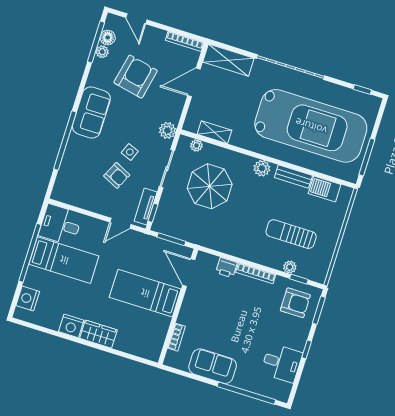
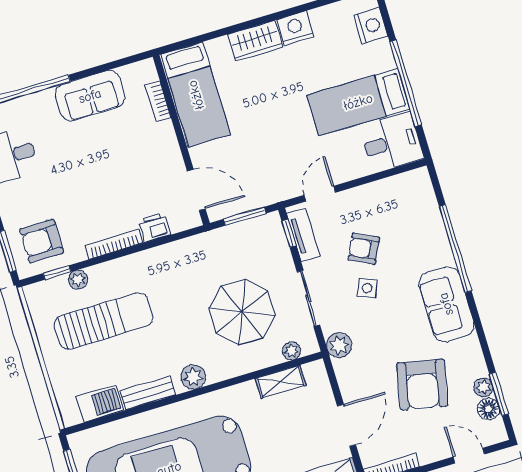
window: (96, 42) -> (499, 394), width x0.69
sun lounger: (291, 234) -> (103, 321), width x1.36, depth x1.34
bed: (145, 293) -> (196, 95), moved, turned 90

